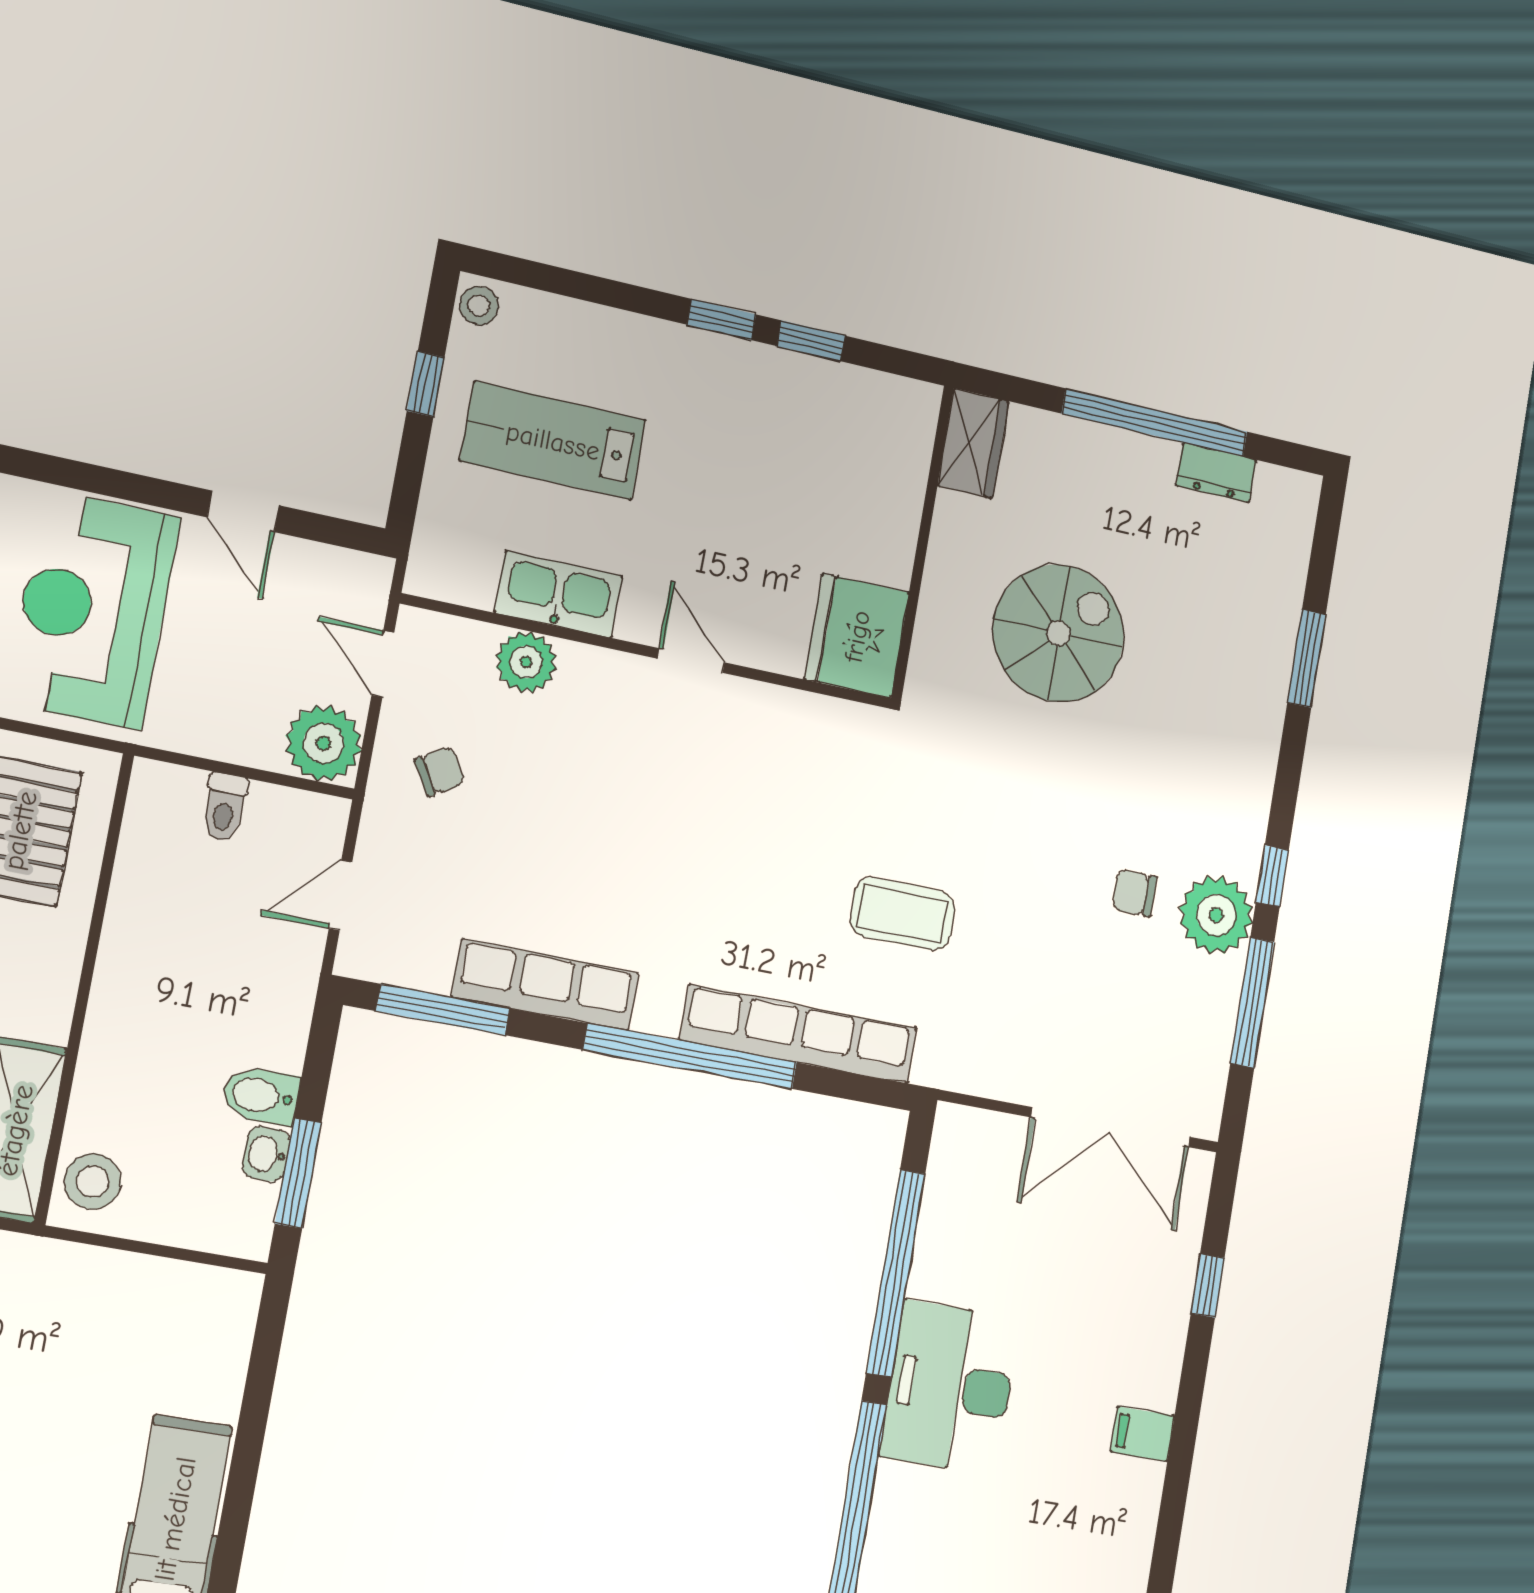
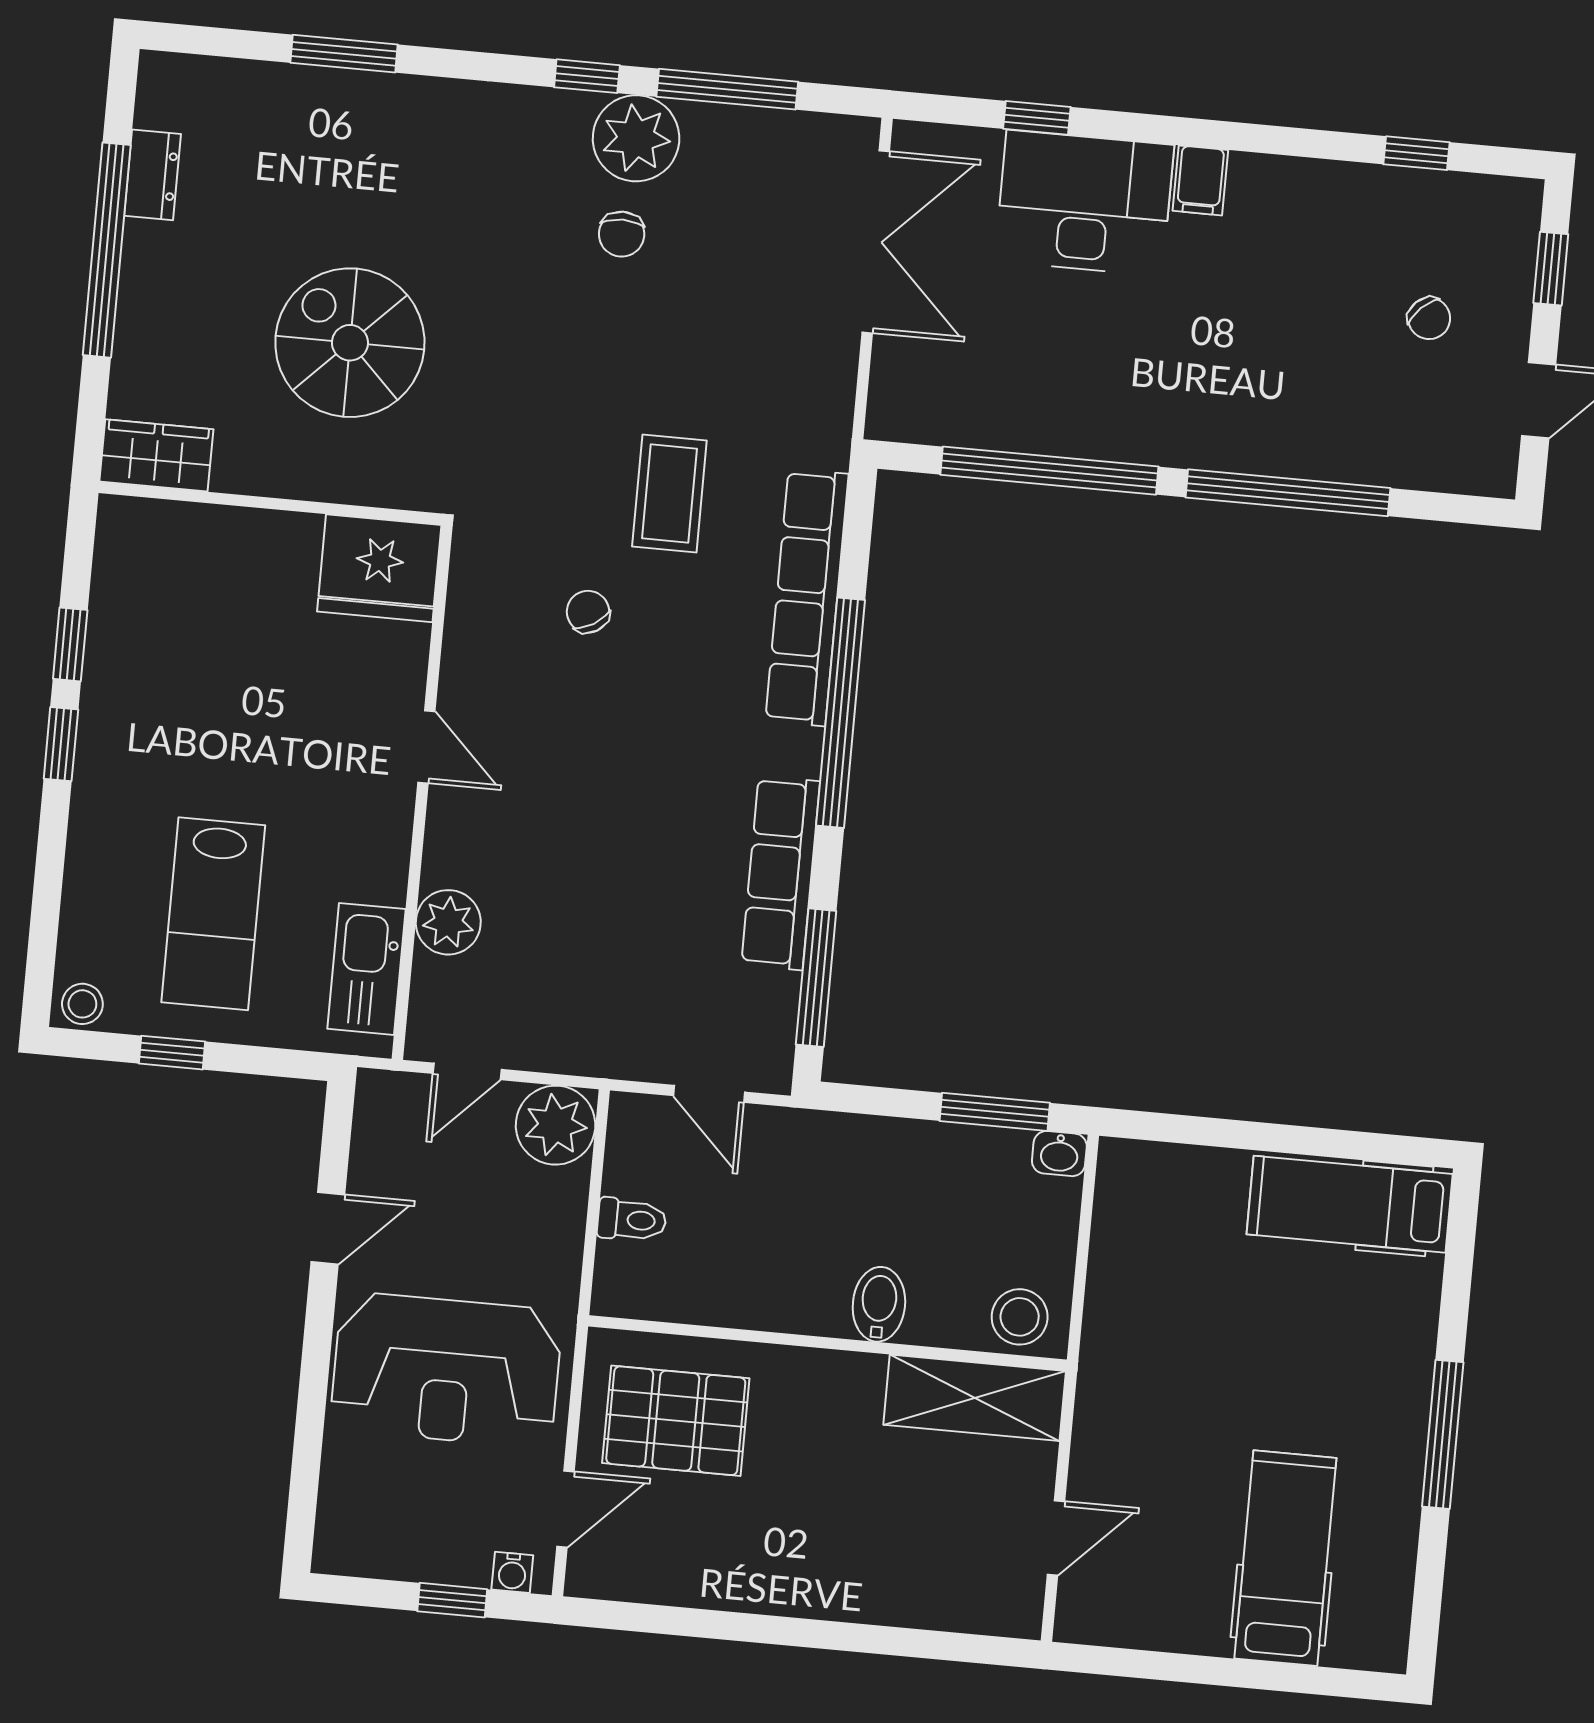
kitchen sink: (558, 594) -> (367, 969), moved
door: (691, 661) -> (426, 747), swing flipped
chair: (440, 771) -> (588, 612), moved
bidet: (261, 1096) -> (879, 1304), moved, turned 180
washbasin: (266, 1154) -> (1059, 1154), moved
desk: (950, 1387) -> (1084, 203), moved, turned 180

